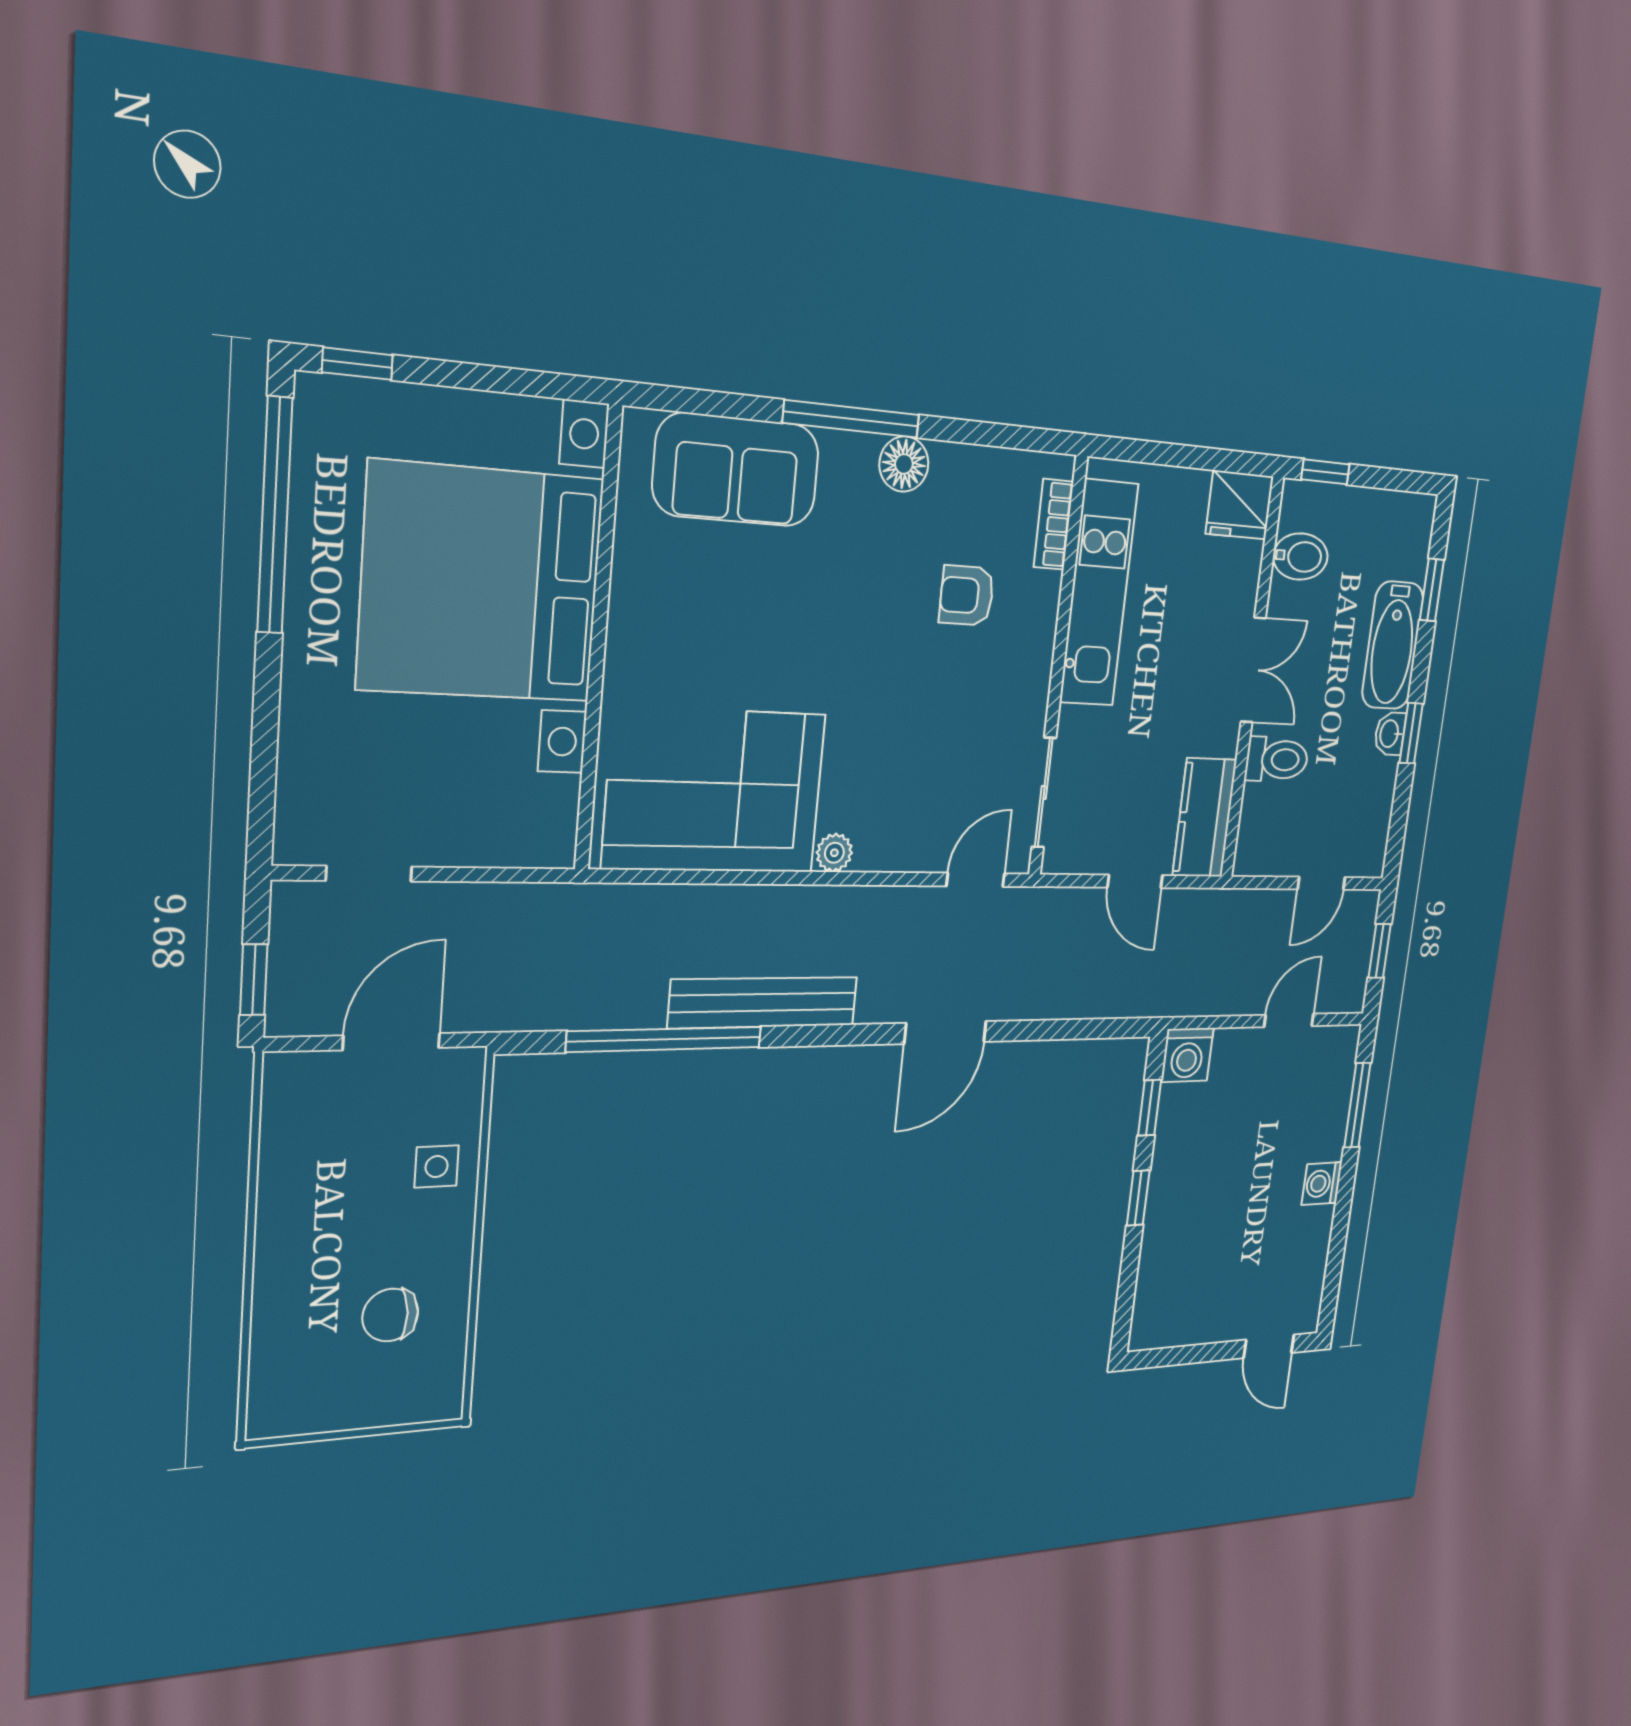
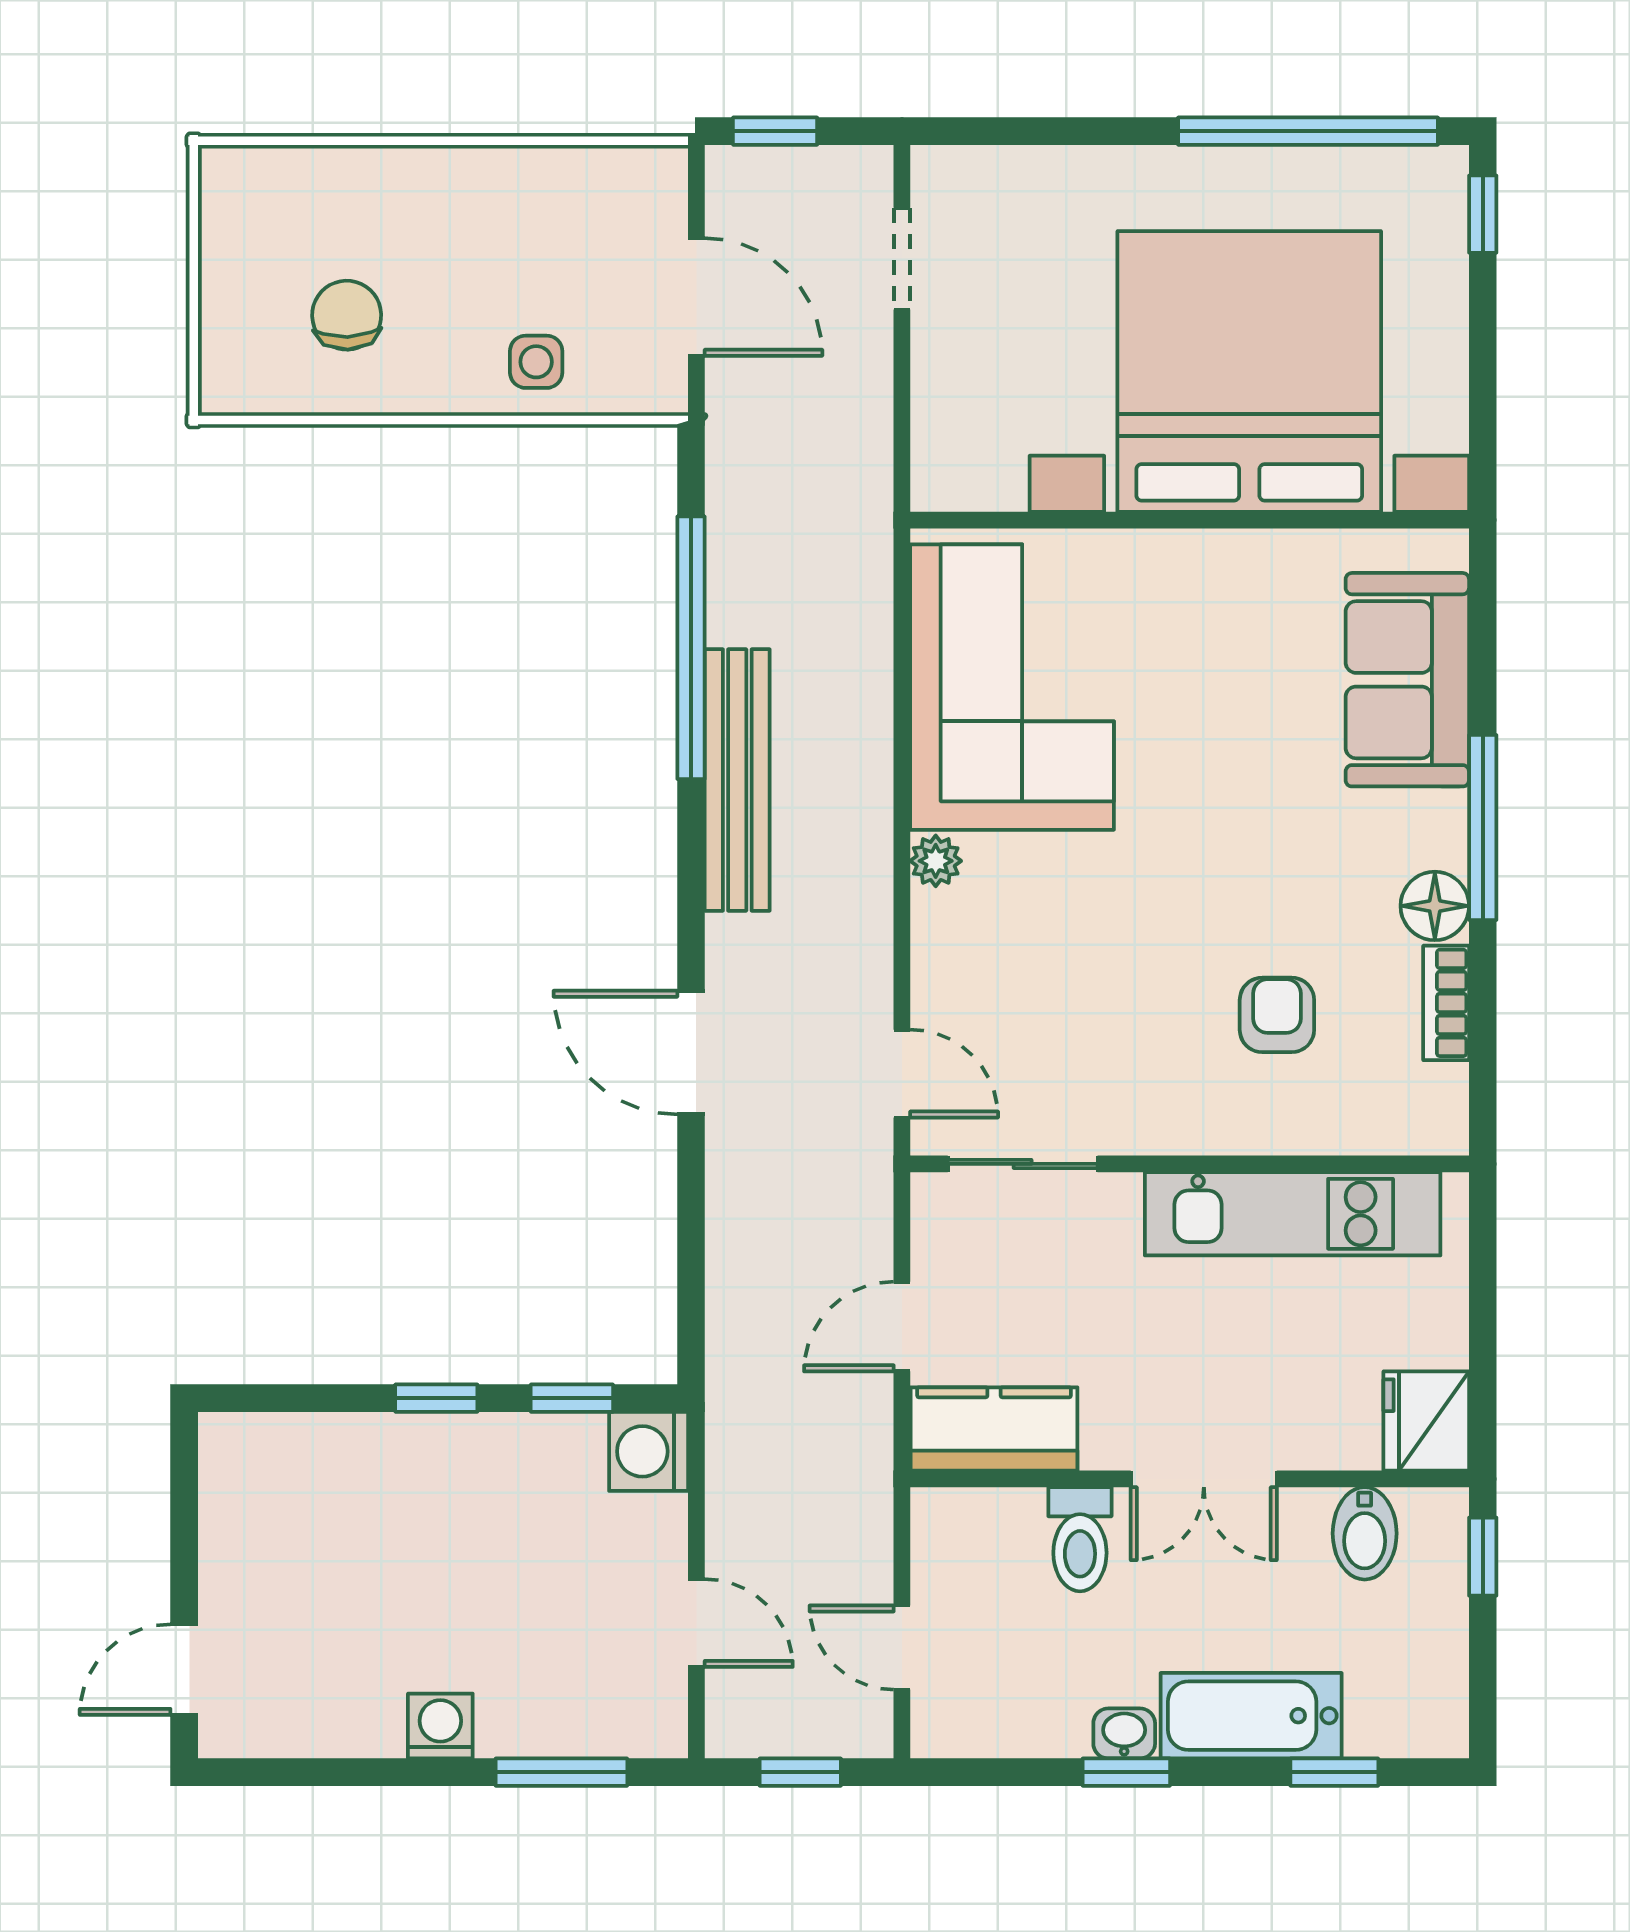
bookcase: (1054, 524) -> (1446, 1003), moved, turned -90

